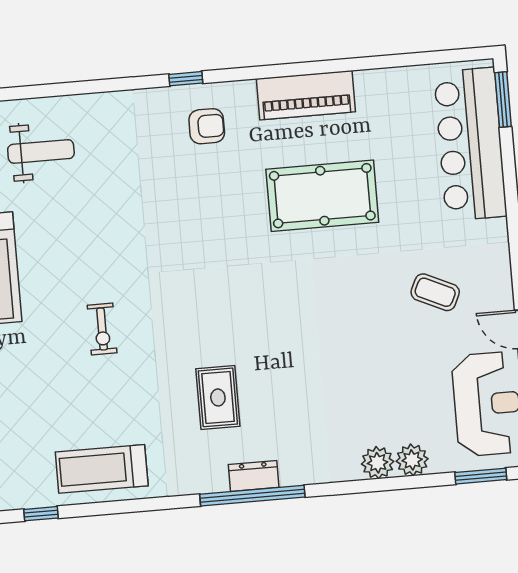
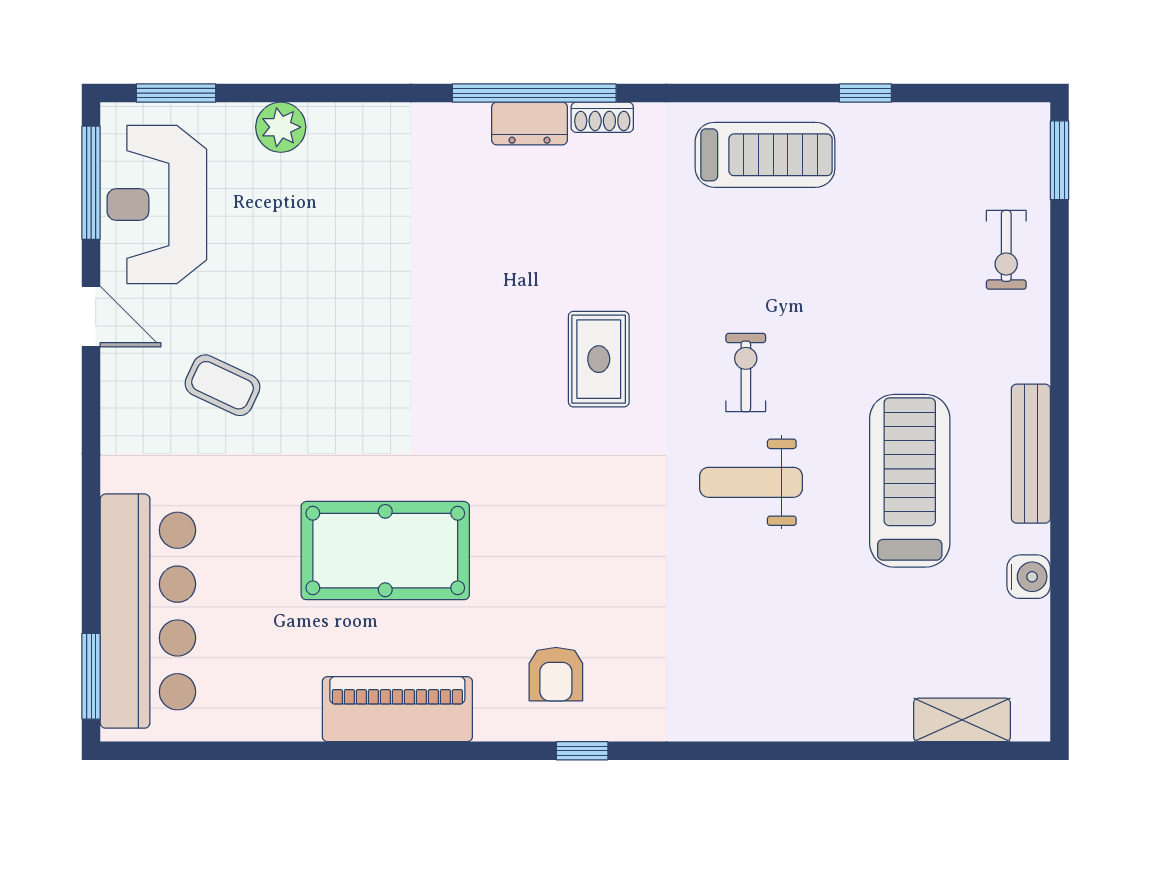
armchair: (207, 126) -> (556, 674), turned -90
weight bench: (41, 151) -> (751, 482), moved
rug: (218, 397) -> (599, 359), moved
plant: (378, 463) -> (335, 128), removed
shoe rack: (208, 484) -> (602, 117), added

